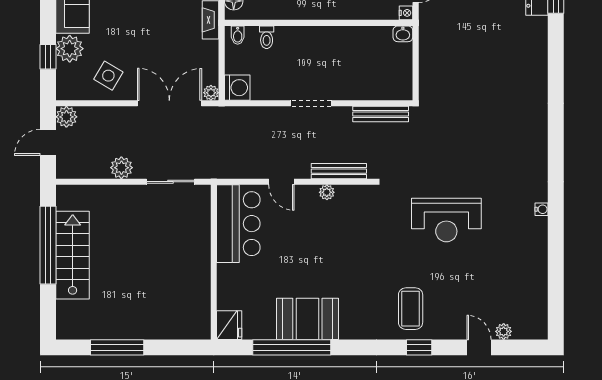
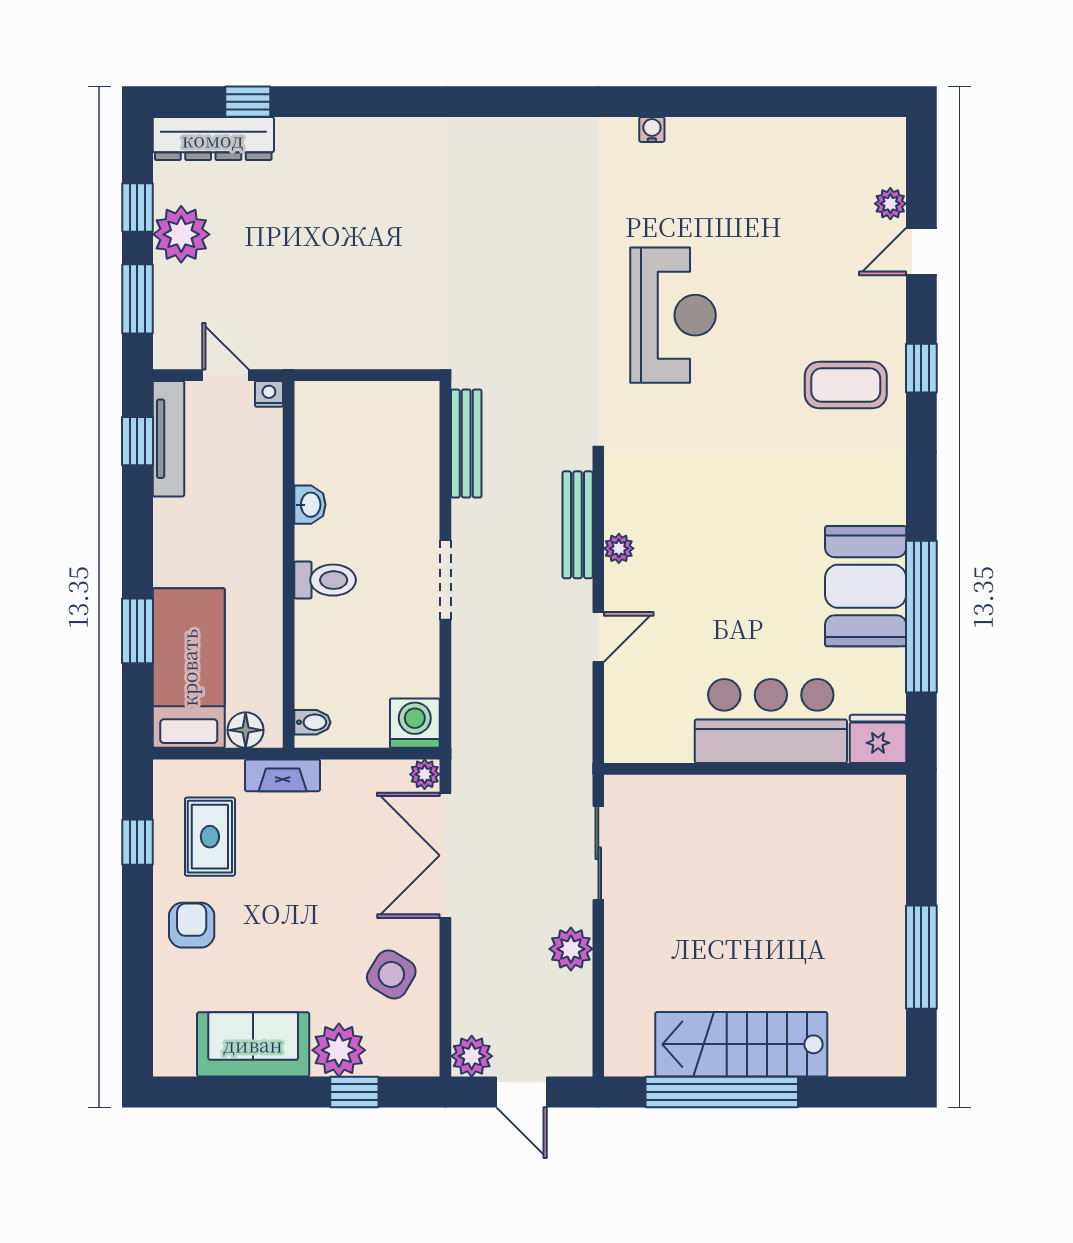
washbasin: (403, 34) -> (310, 505), moved
toilet: (267, 37) -> (325, 580), moved, width x1.37, depth x1.39
bar counter: (238, 224) -> (771, 721), moved

